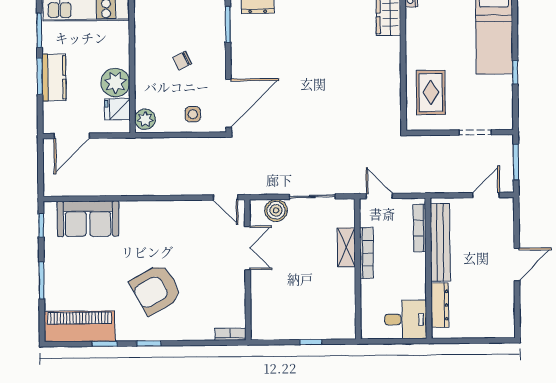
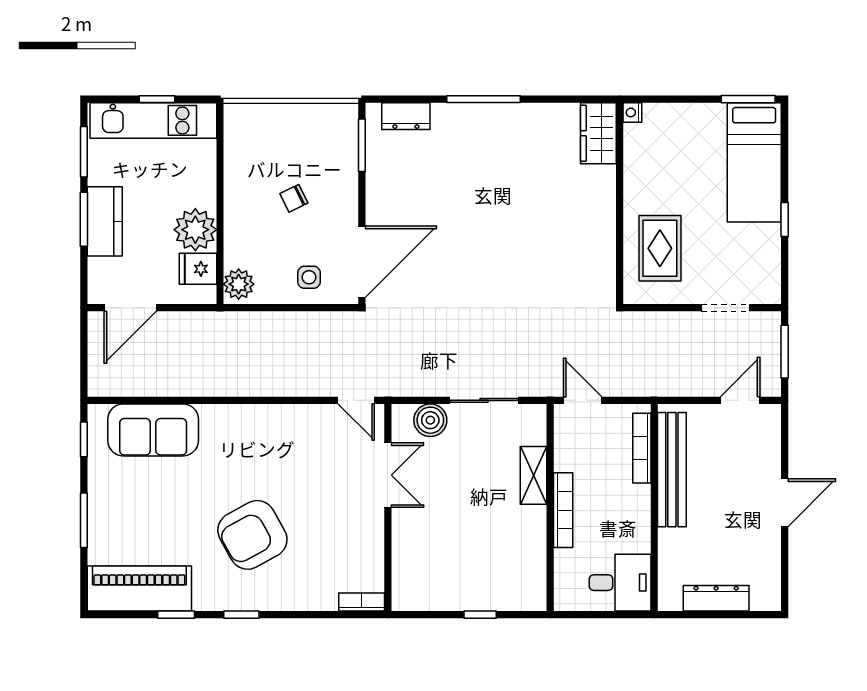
bookcase: (366, 253) -> (563, 510), moved
dresser: (440, 305) -> (716, 598), moved, turned -90

